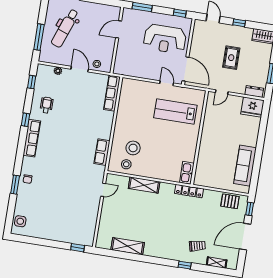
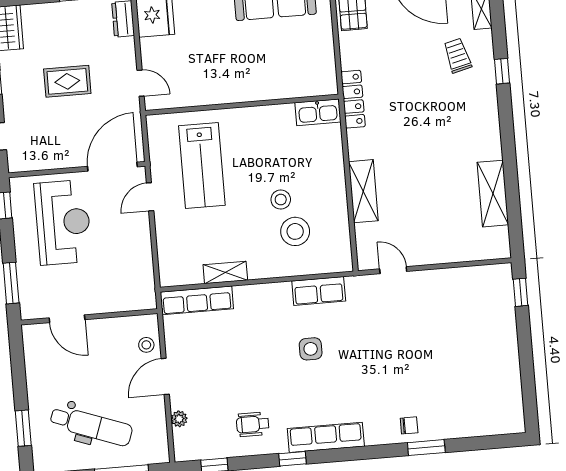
shelving: (122, 110) -> (225, 272), added
stool: (126, 164) -> (281, 200), moved
side table: (20, 221) -> (311, 349), moved

